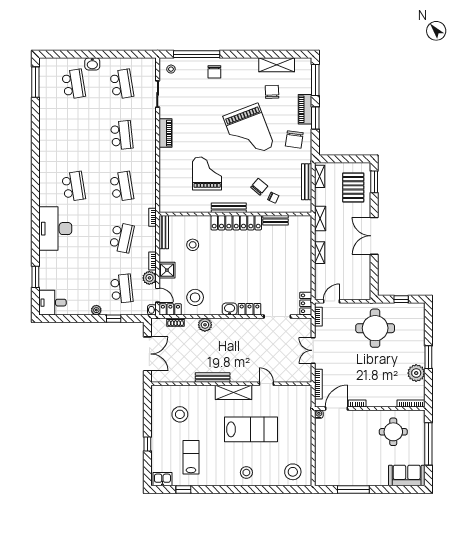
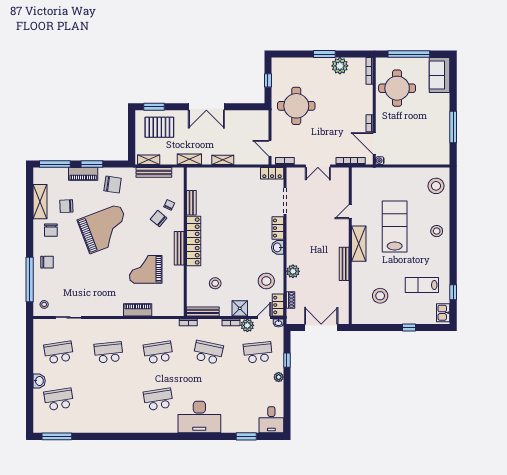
chair: (247, 76) -> (51, 230), added
piano: (165, 133) -> (138, 310), moved
round table: (393, 432) -> (397, 88), width x1.36, depth x1.36

